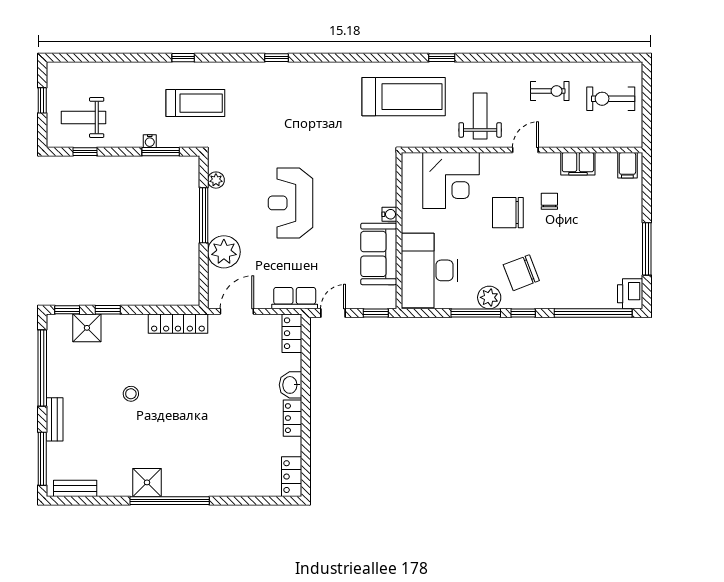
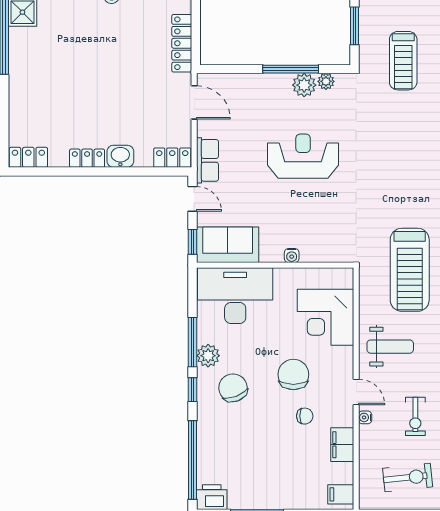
exercise bike: (611, 99) -> (408, 478), turned 84
water cooler: (150, 141) -> (365, 417), moved
plant: (224, 252) -> (304, 85), moved, width x0.73, depth x0.73
sofa: (379, 254) -> (228, 245), moved

